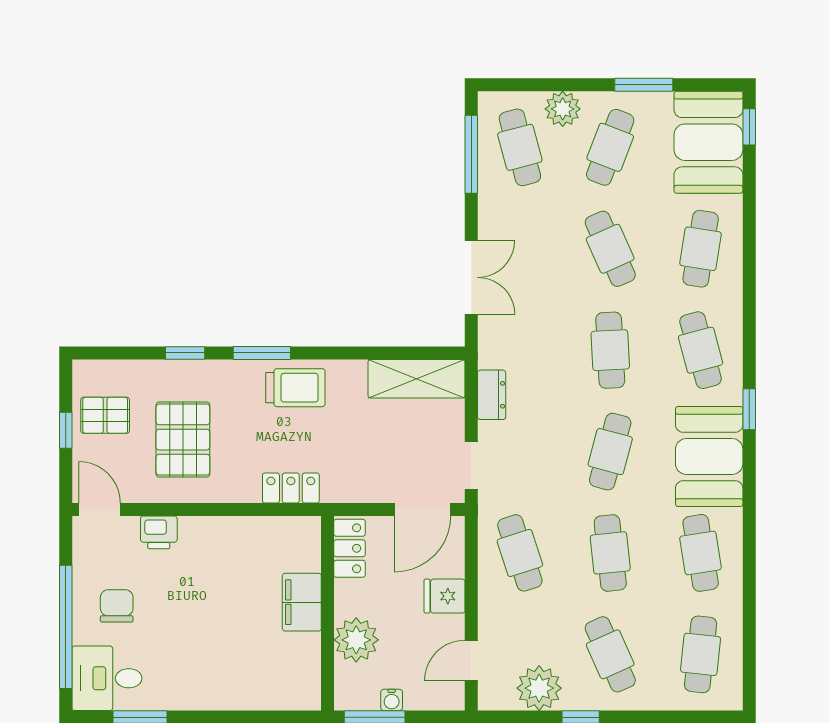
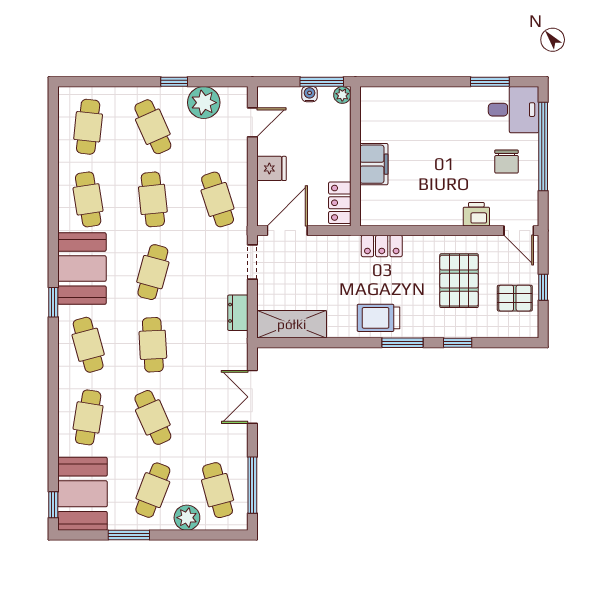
plant: (356, 640) -> (342, 95), moved, width x0.53, depth x0.53

